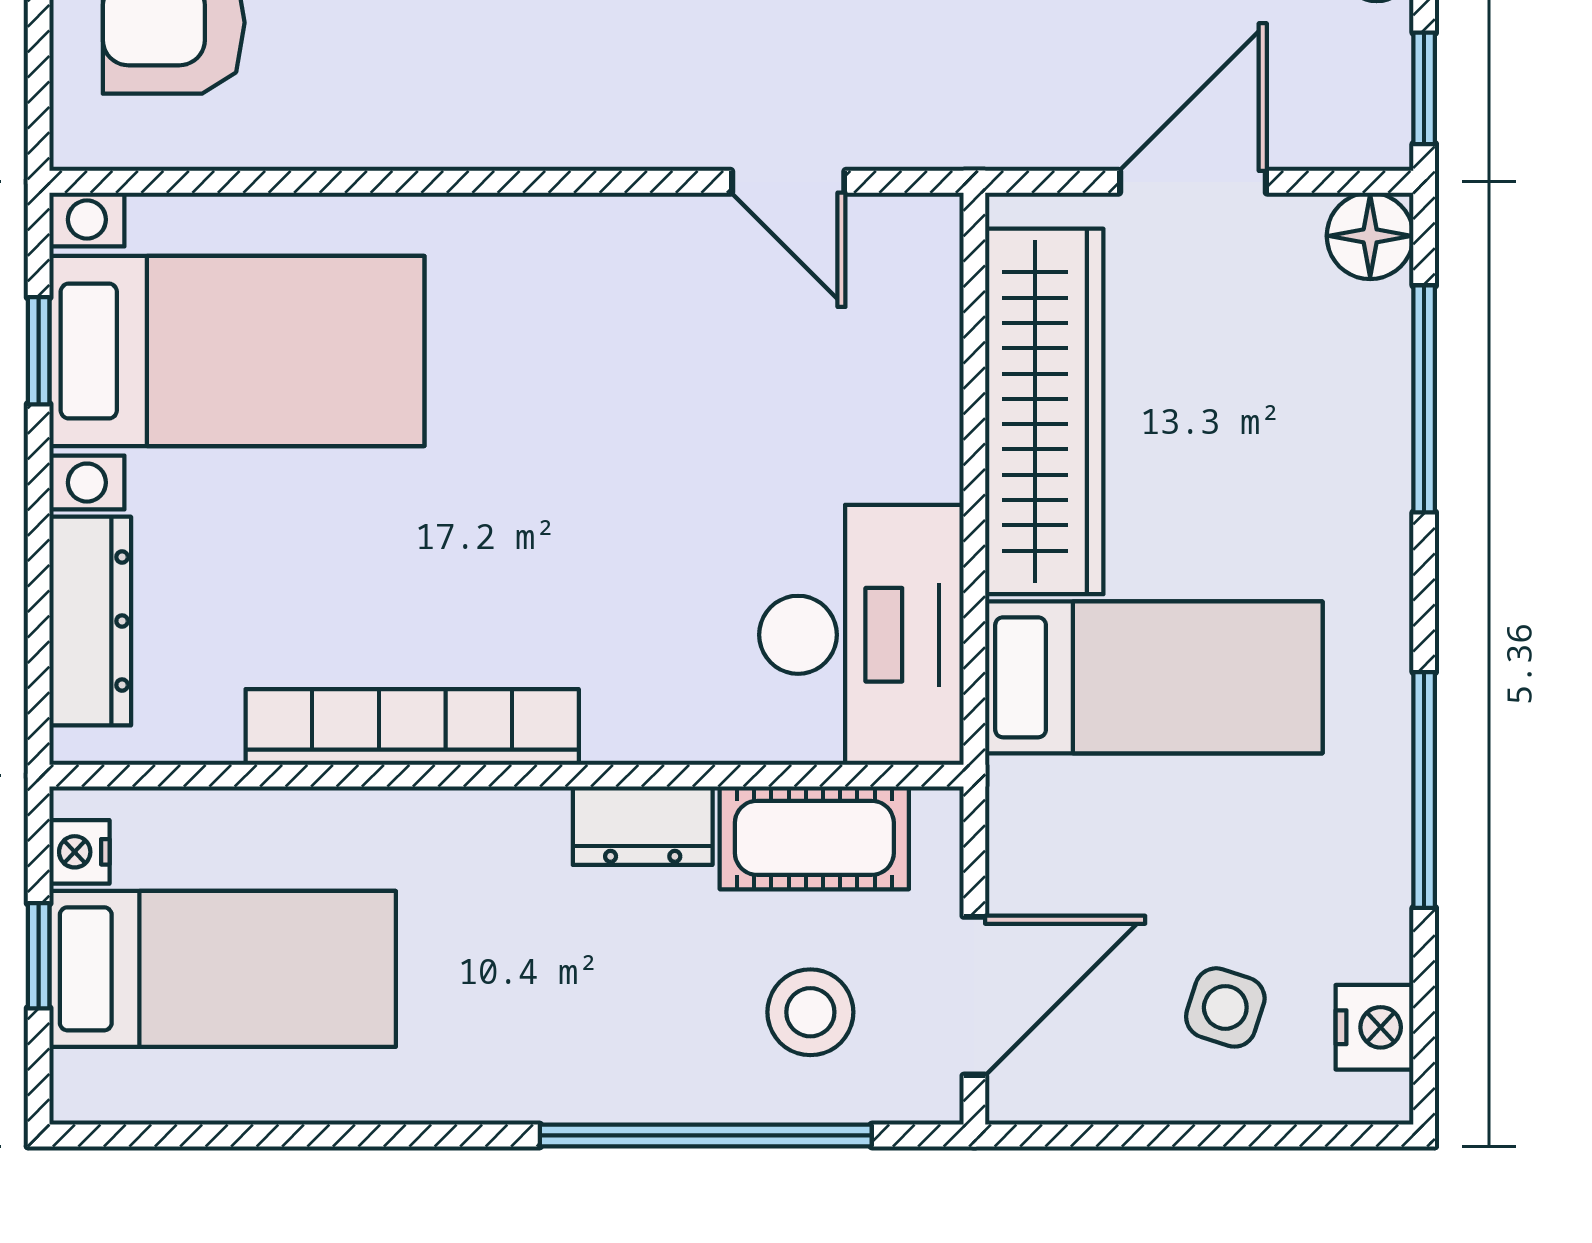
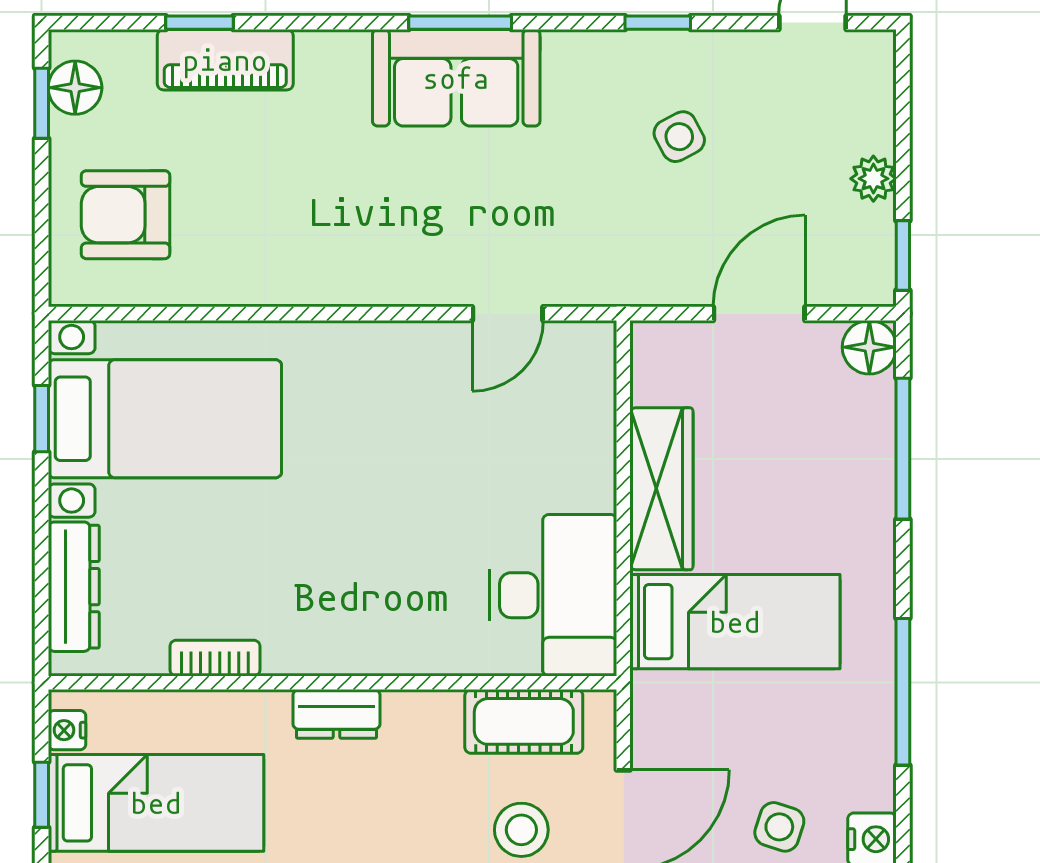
door: (788, 182) -> (508, 314), hinge flipped
wardrobe: (1044, 411) -> (661, 489), width x0.71, depth x0.85
bookcase: (412, 727) -> (215, 658), width x0.43, depth x0.76
dresser: (643, 826) -> (337, 714), moved

